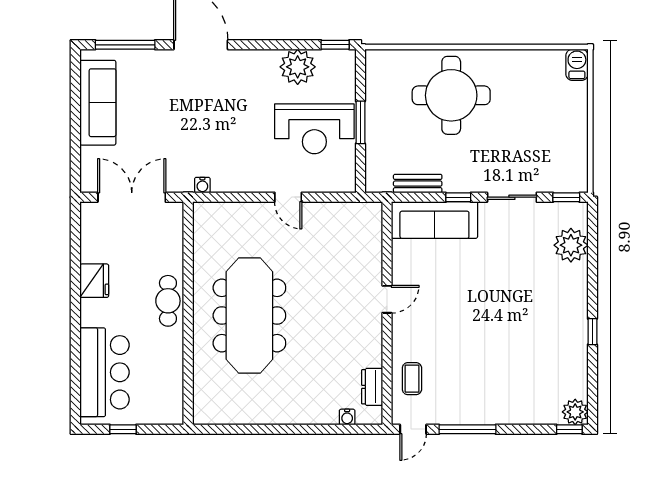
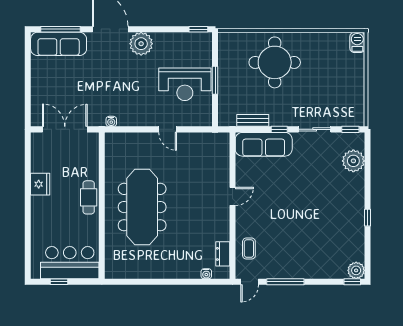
plant: (298, 67) -> (141, 44), moved
sofa: (98, 103) -> (59, 44), moved, turned 90
bar counter: (104, 372) -> (70, 263), moved, turned -90

